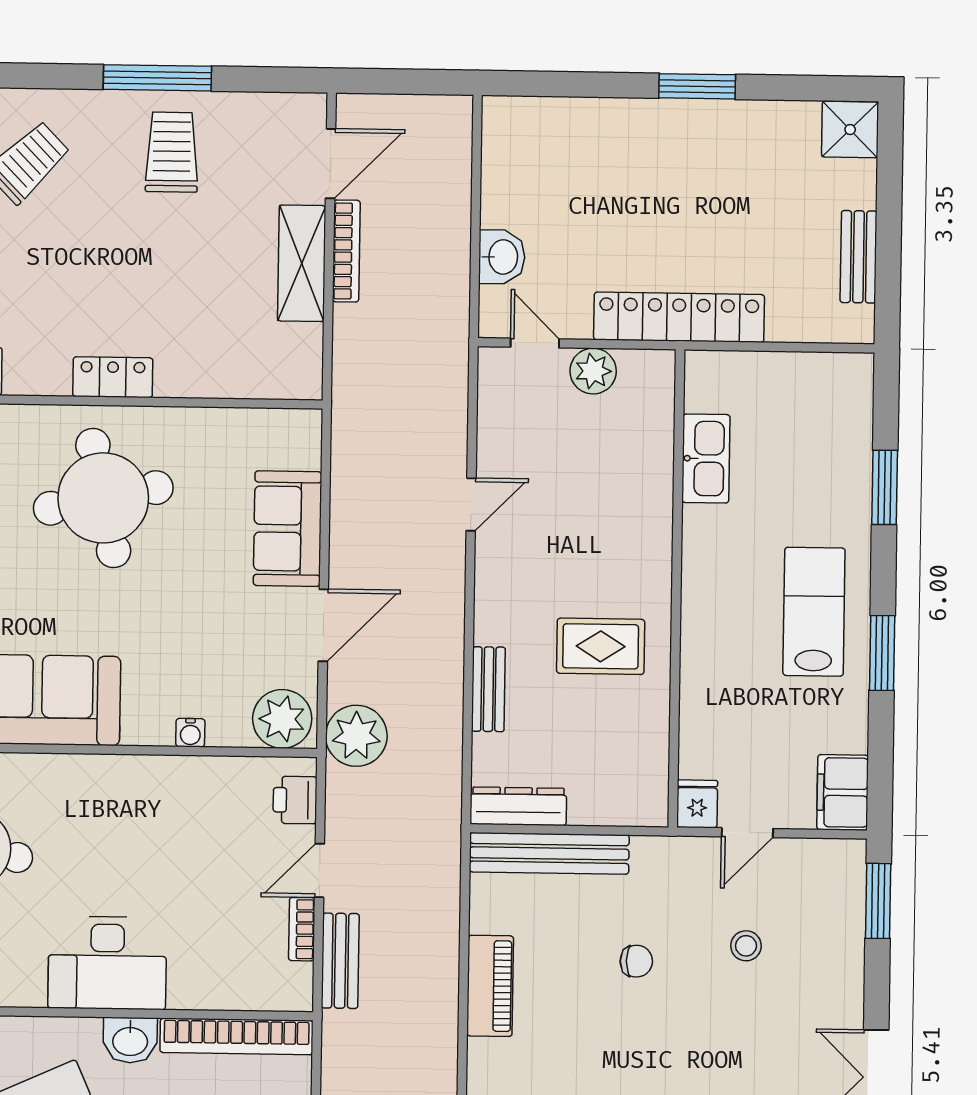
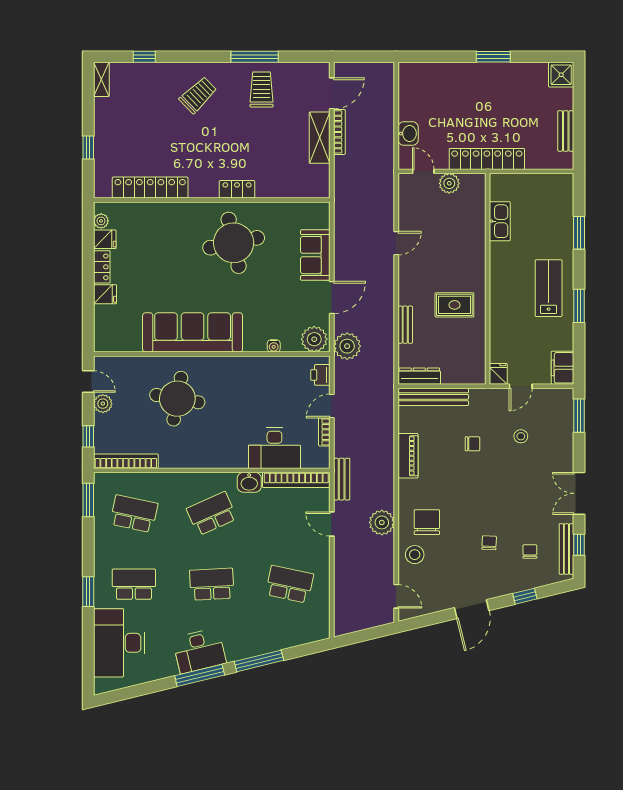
bench: (340, 961) -> (342, 479), moved
desk: (107, 963) -> (274, 448), moved

